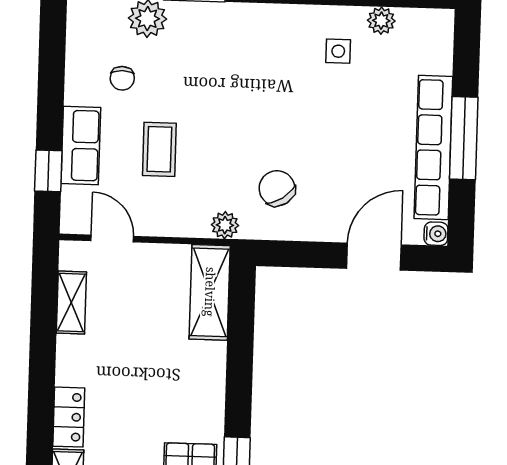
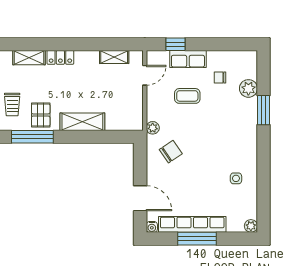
plant: (381, 21) -> (251, 226), moved
shelving: (210, 292) -> (82, 122), moved

